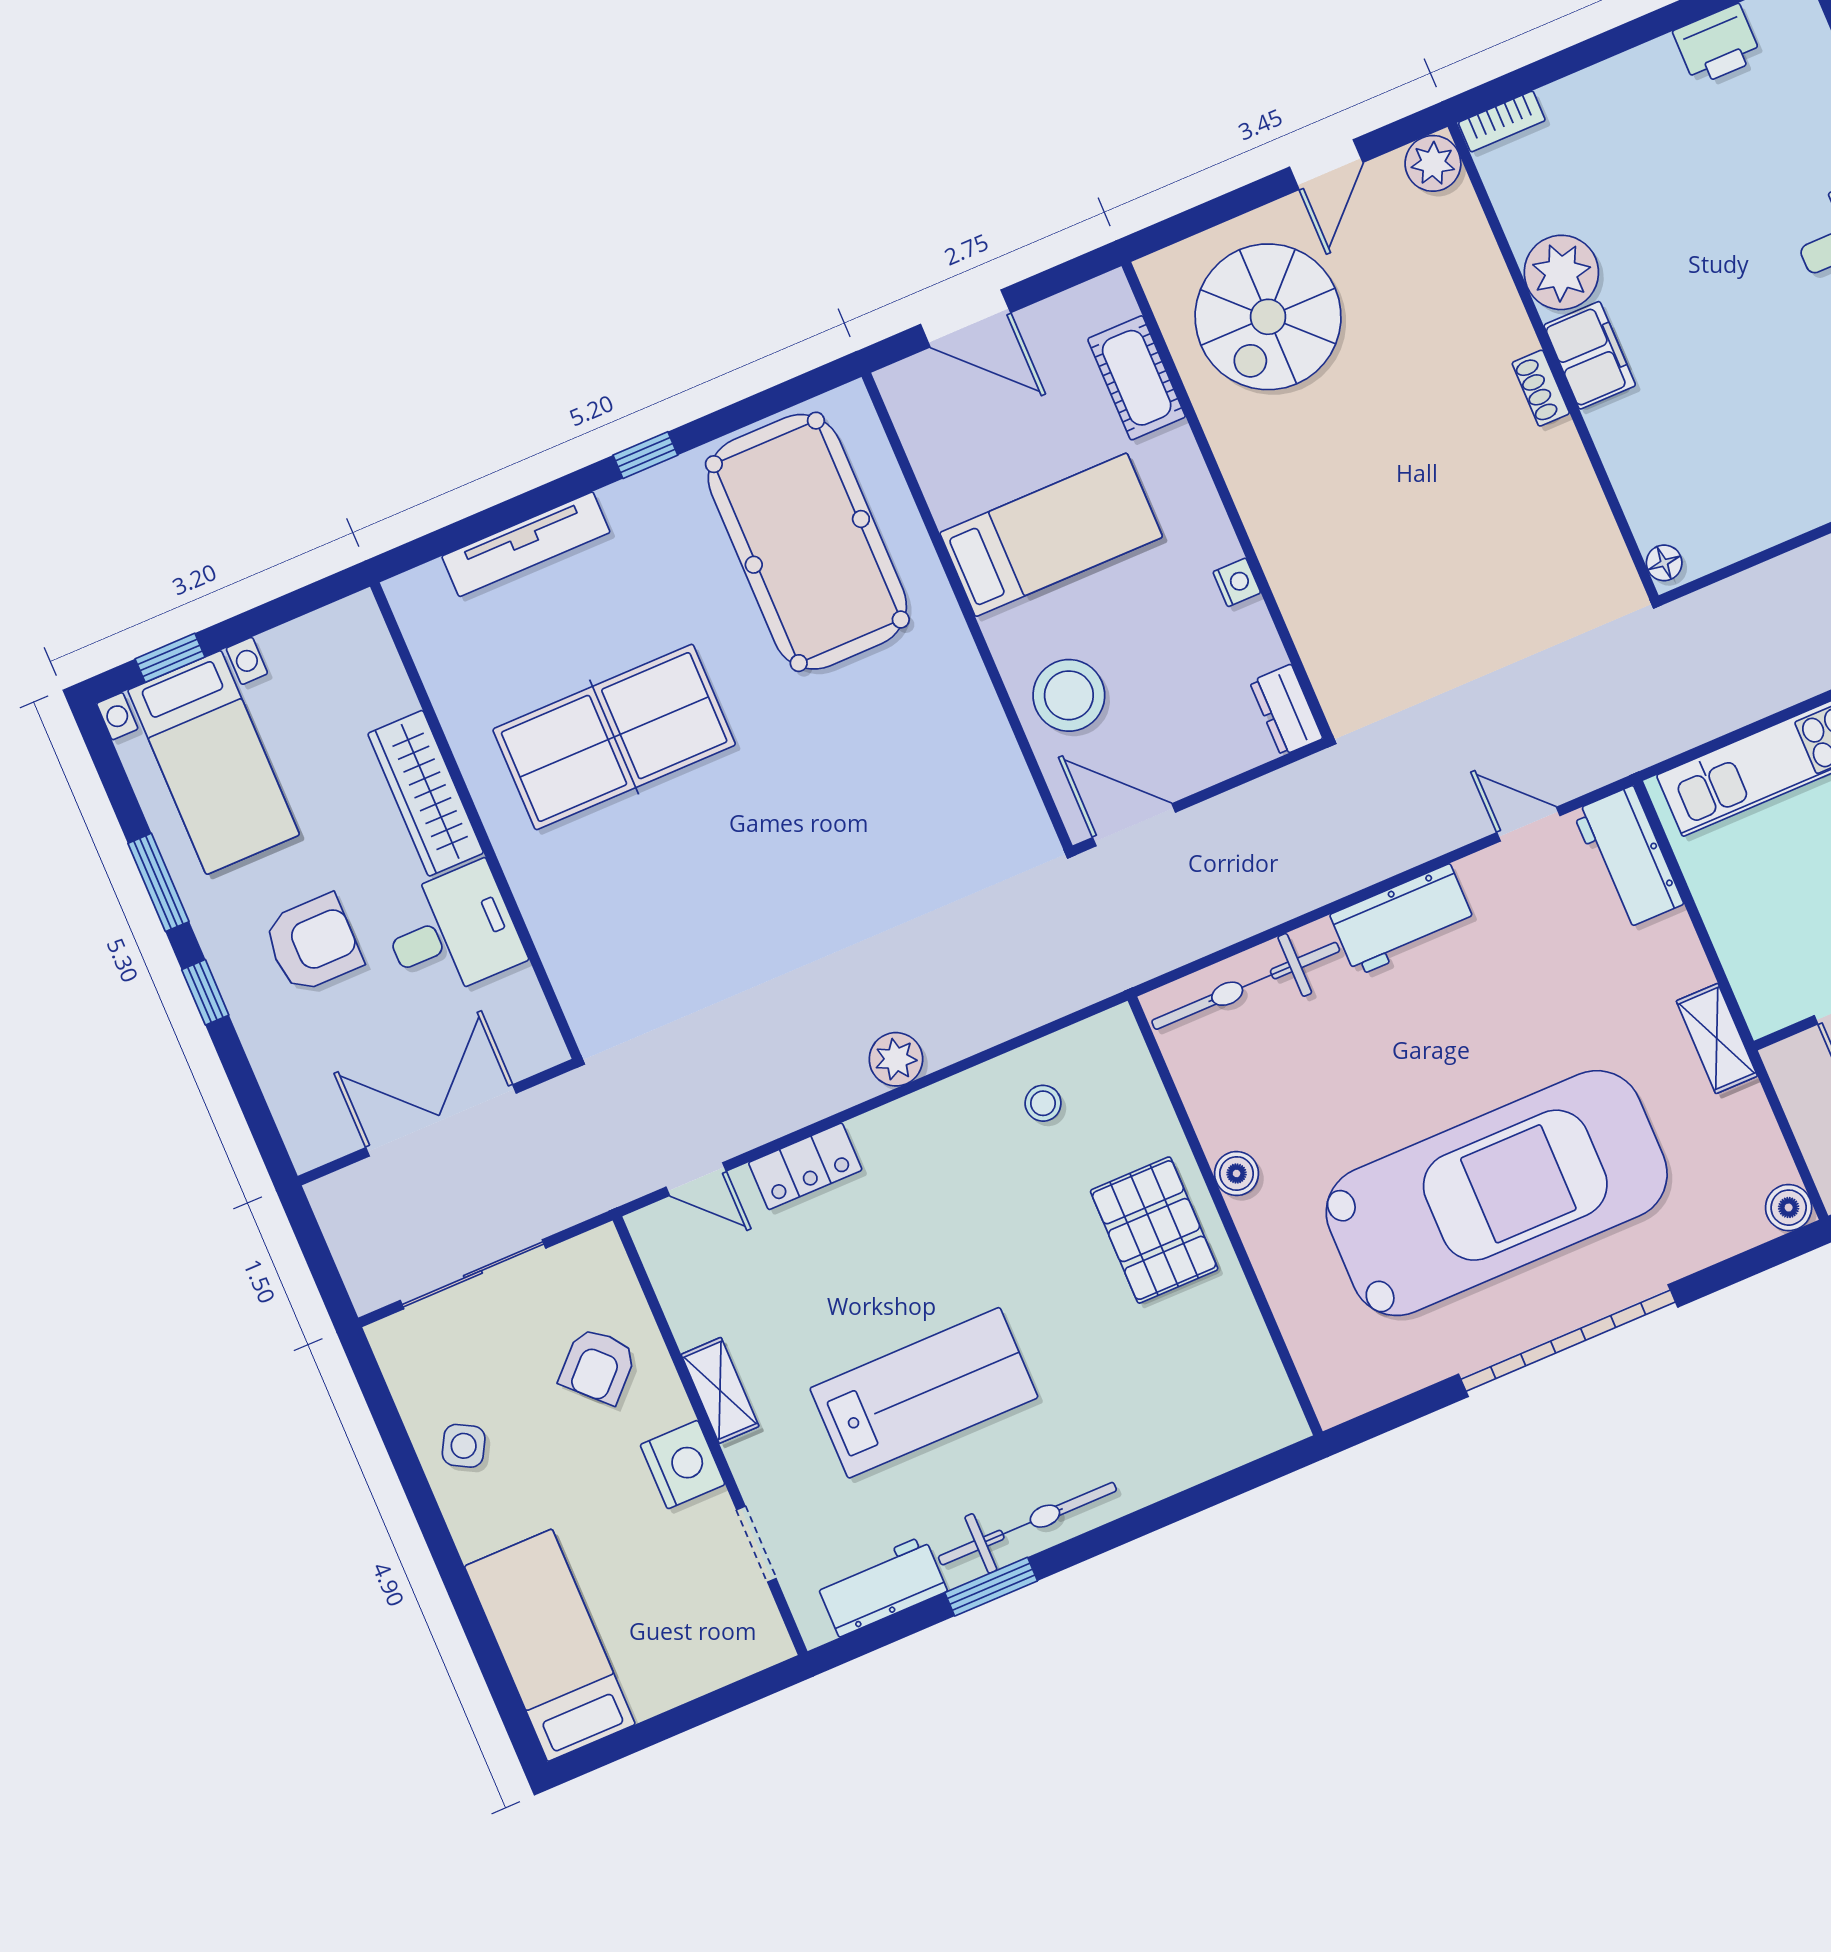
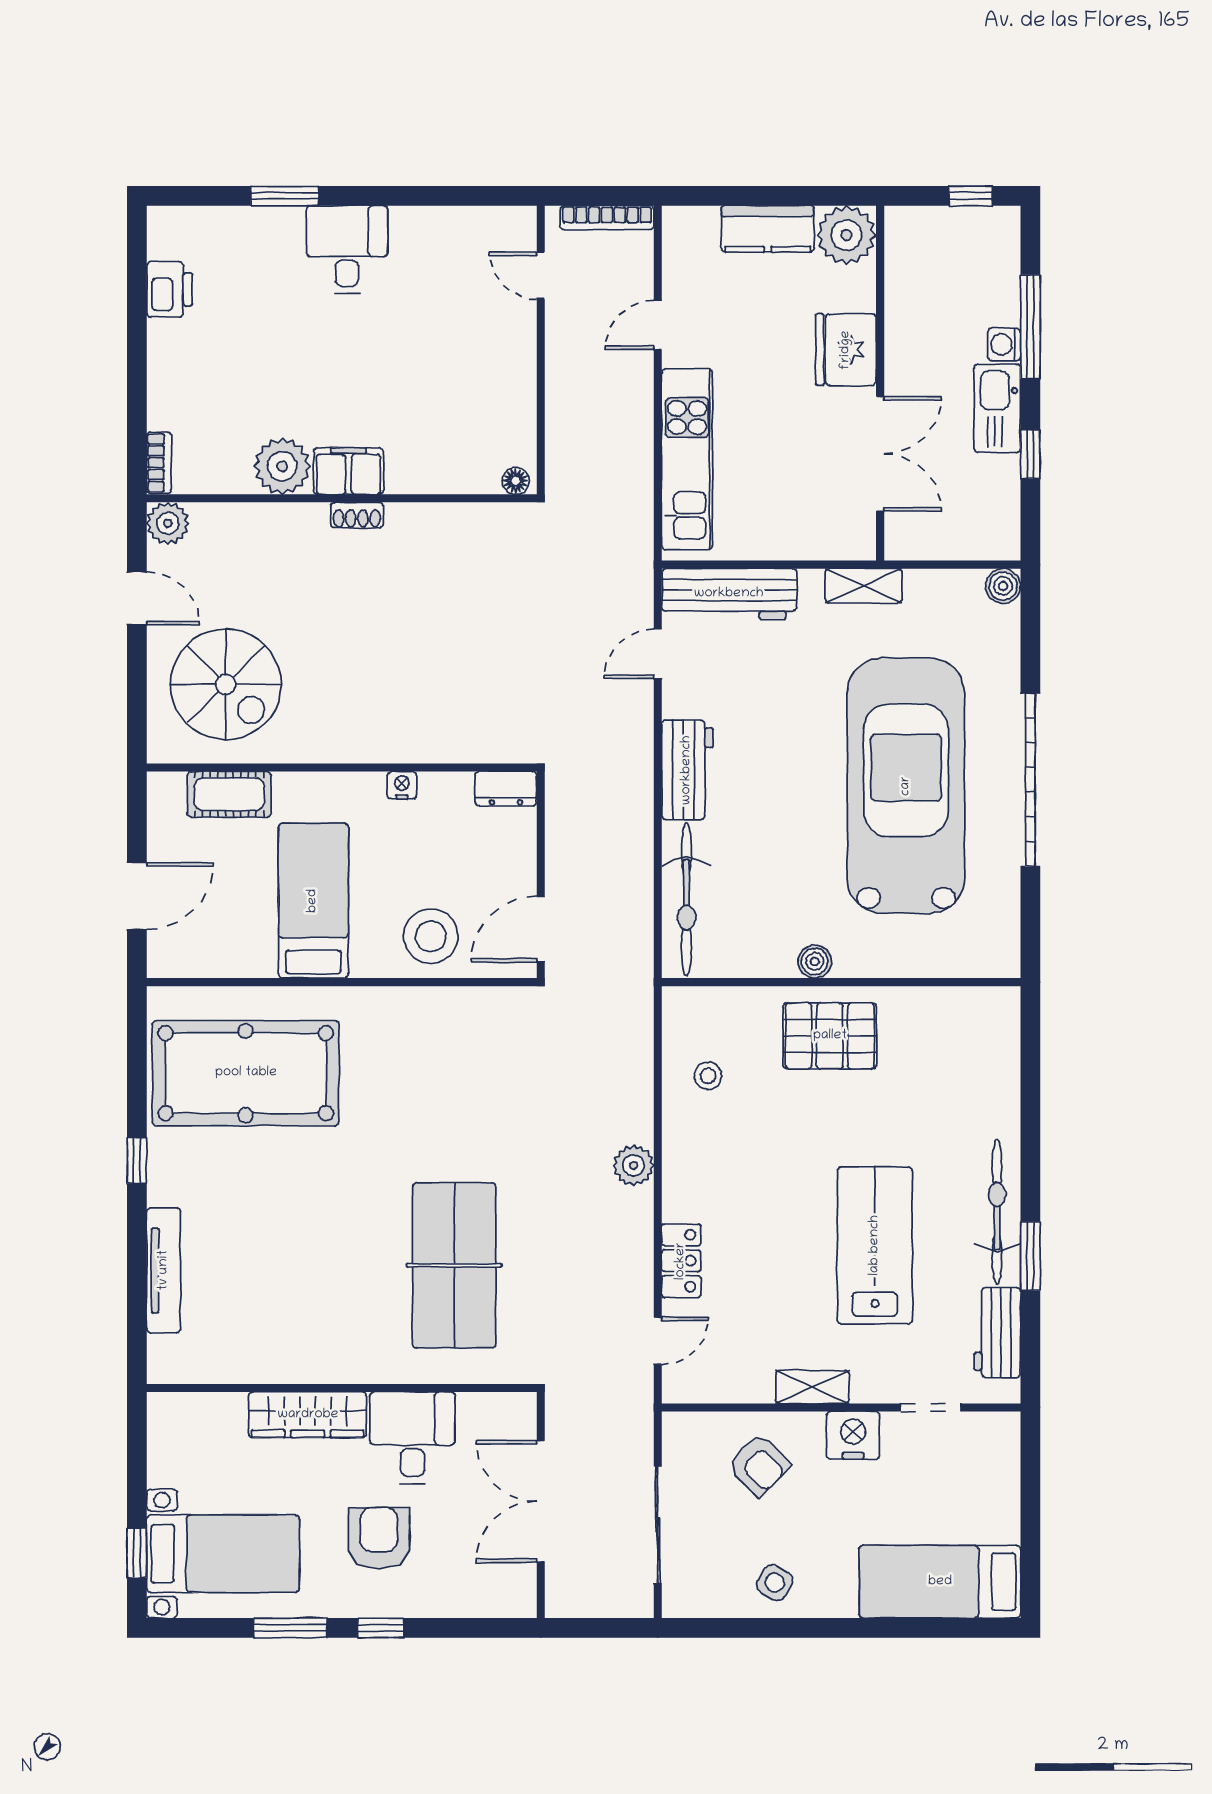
table tennis table: (614, 737) -> (454, 1265), moved
workbench: (1628, 858) -> (729, 594), width x1.38

